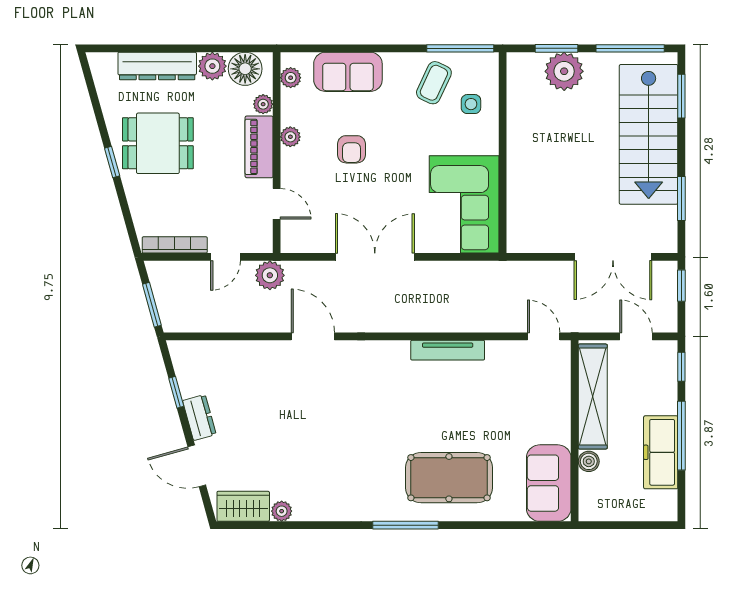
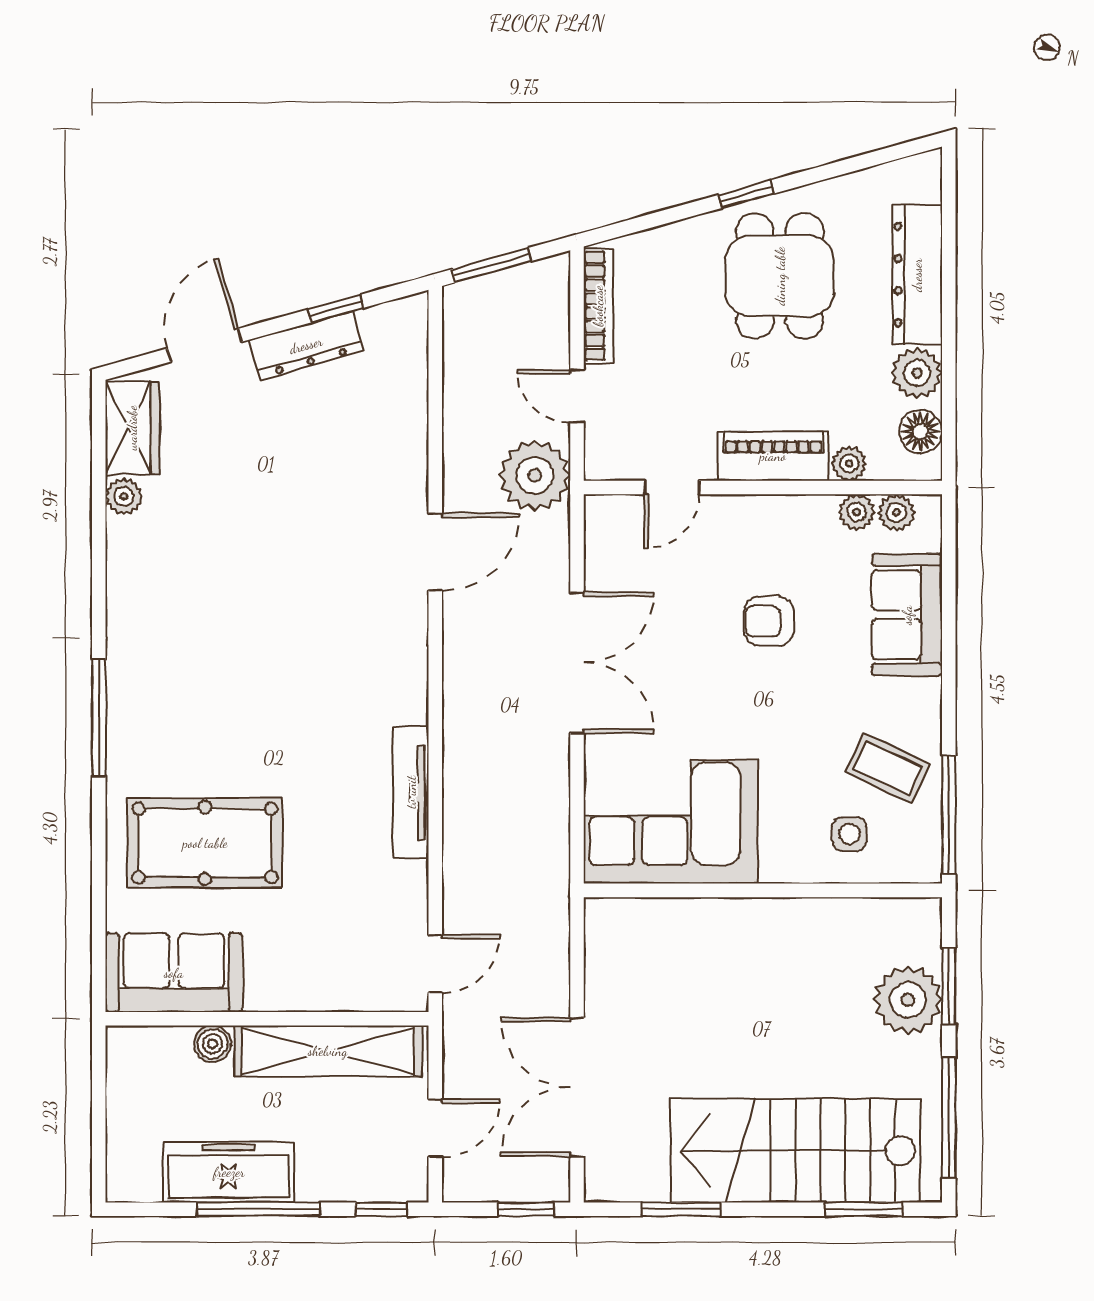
floor lamp: (245, 69) -> (921, 431), width x0.73, depth x0.73
plant: (290, 137) -> (857, 512), moved
plant: (270, 275) -> (535, 475), width x1.36, depth x1.36
dresser: (199, 417) -> (306, 345), width x1.44
pool table: (449, 478) -> (205, 843), moved, turned 90

